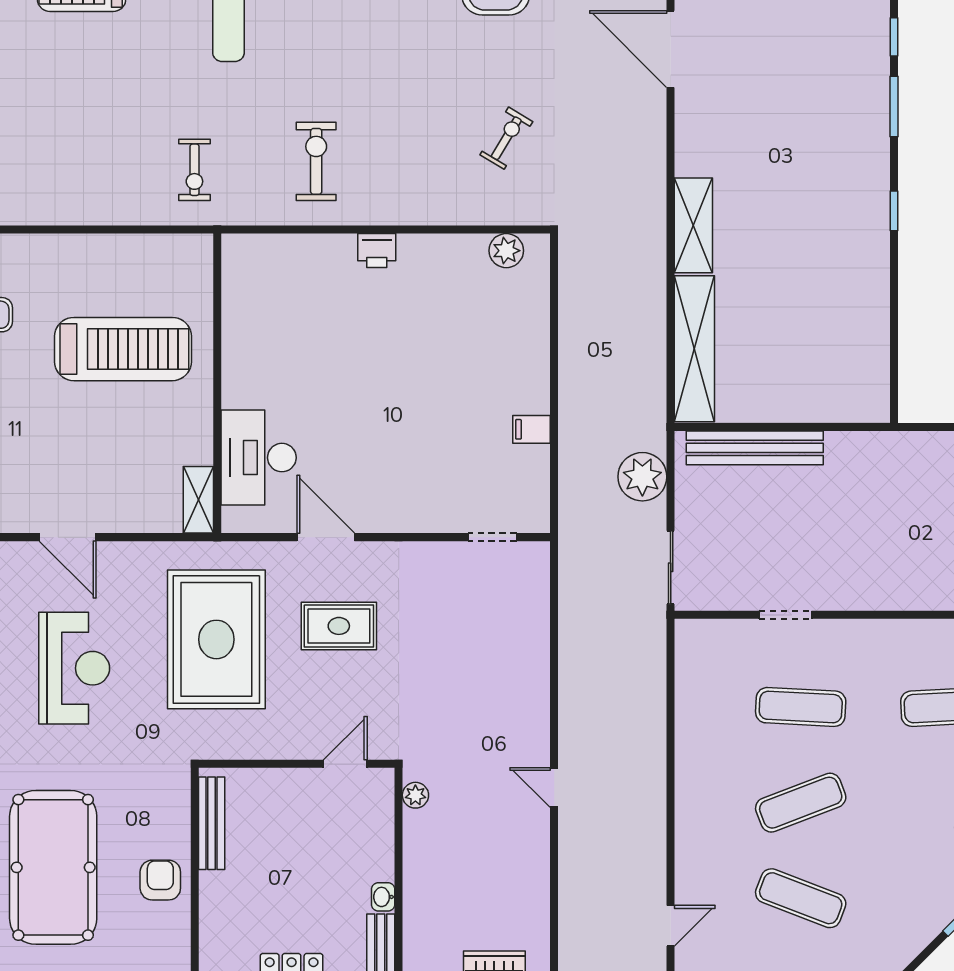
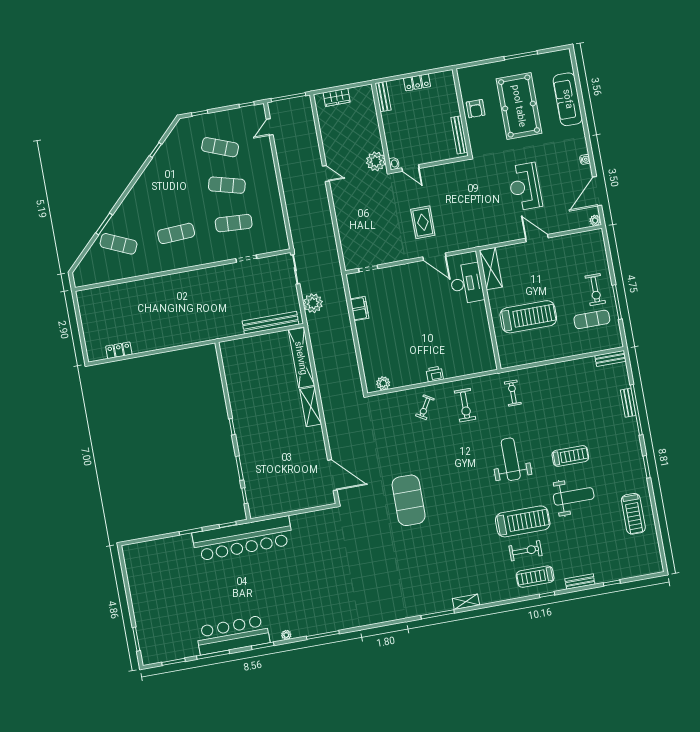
exercise bike: (506, 138) -> (425, 407), moved
treadmill: (123, 349) -> (528, 317), turned 180
filing cabinet: (531, 429) -> (359, 309), width x2.00
shelving: (198, 500) -> (491, 269), width x1.50, depth x1.33
rug: (339, 626) -> (423, 222), turned 90
rug: (216, 639) -> (470, 208), removed
door: (345, 764) -> (410, 168), hinge flipped
plant: (415, 795) -> (376, 161), width x1.87, depth x1.87
exercise mat: (801, 803) -> (227, 185), turned 36
washbasin: (383, 897) -> (394, 164), moved

